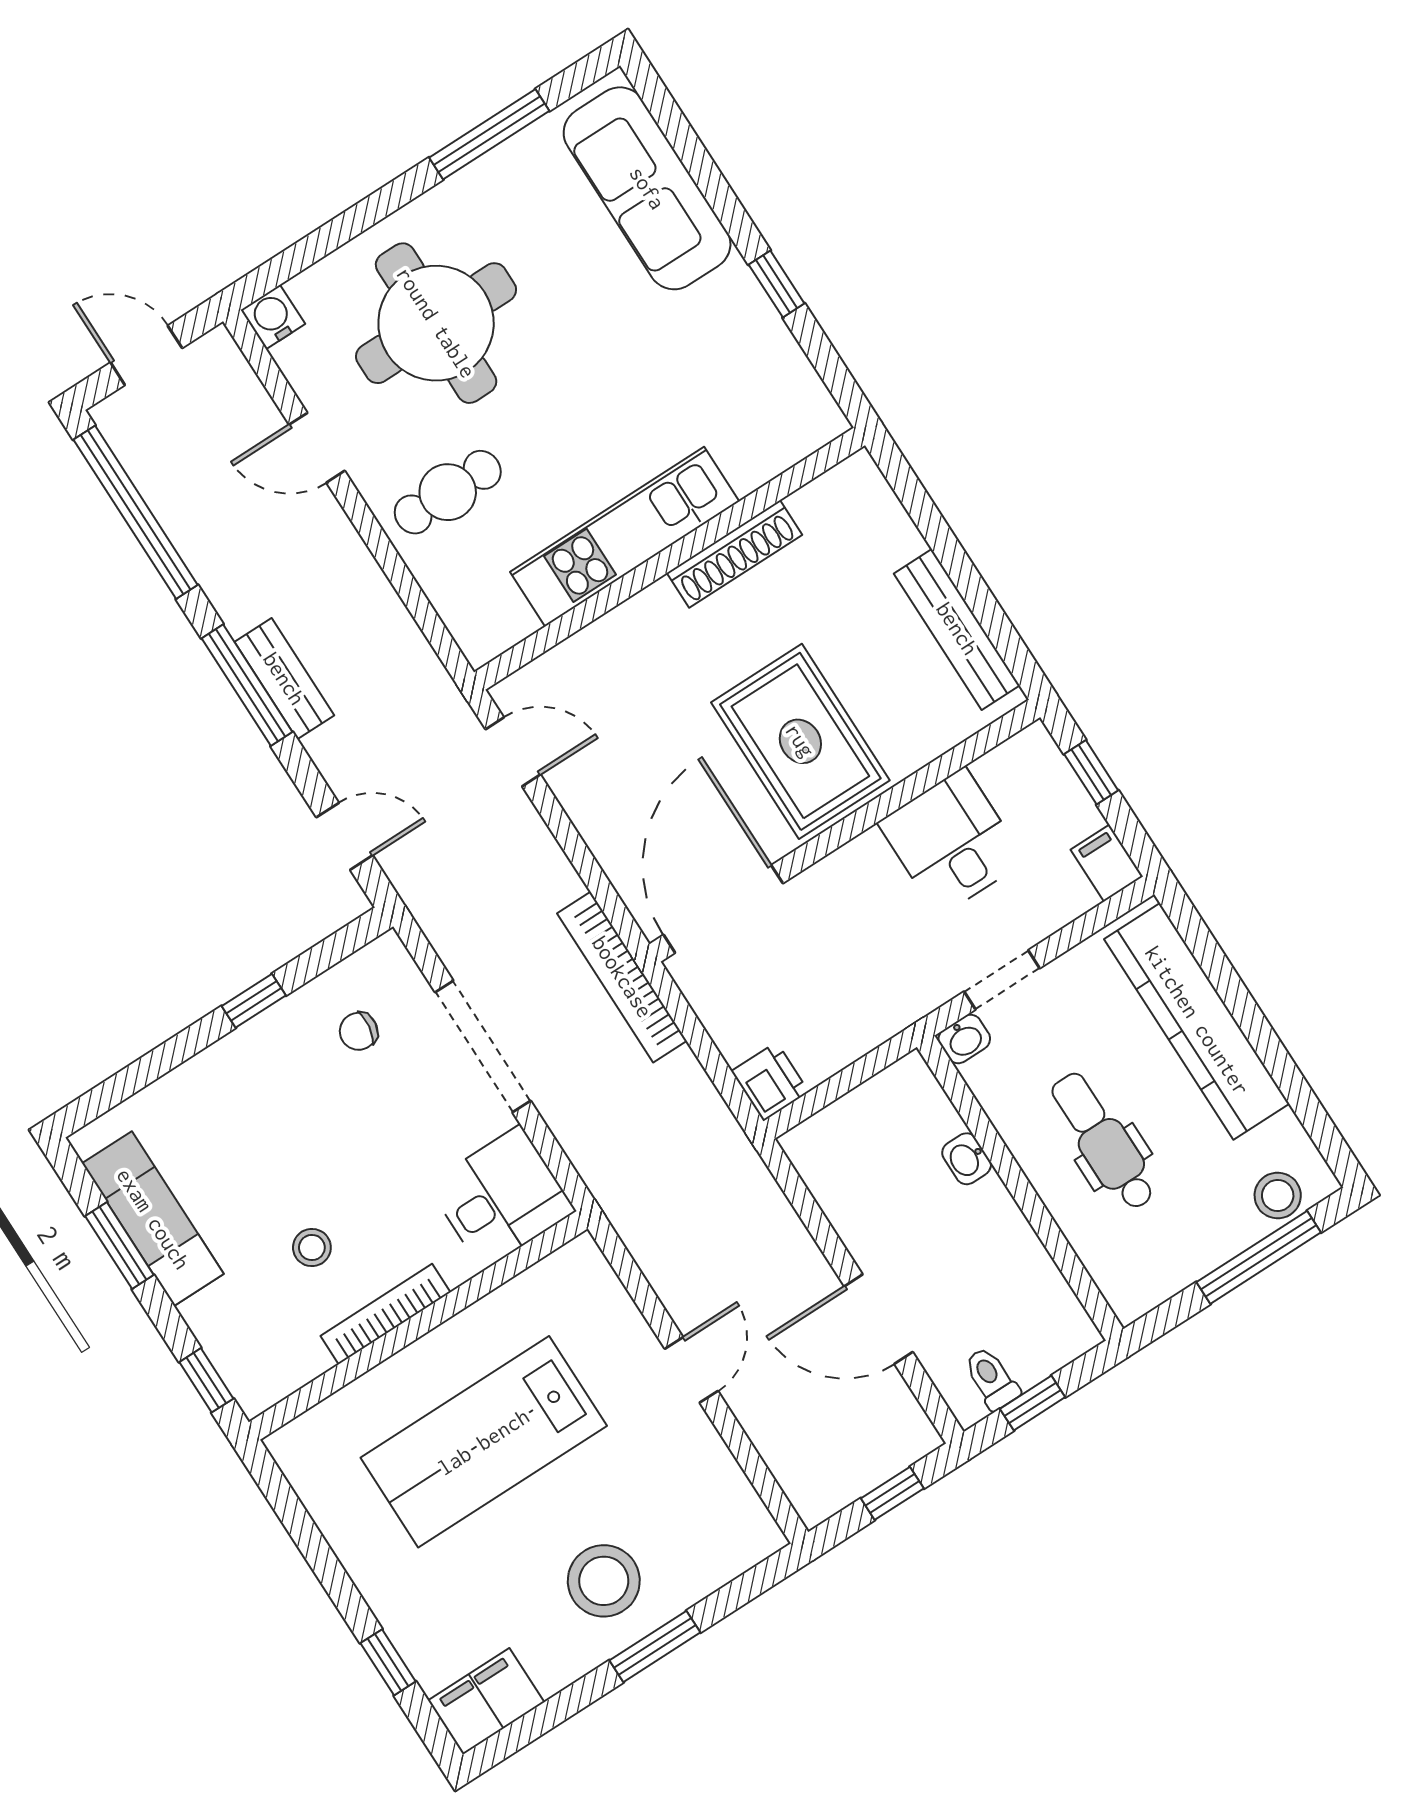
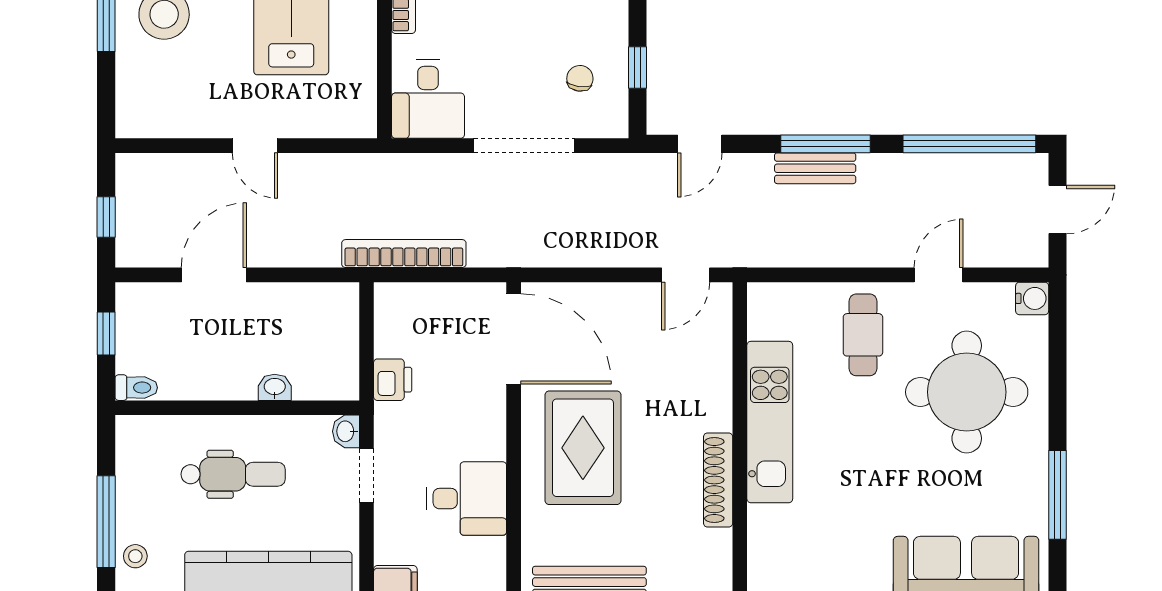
rug: (800, 741) -> (583, 448), turned 90
bookcase: (622, 977) -> (404, 254), moved
window: (254, 1001) -> (638, 67), moved
printer: (770, 1082) -> (393, 380), moved, turned -90
stool: (1278, 1196) -> (135, 556), width x0.73, depth x0.73
toilet: (991, 1378) -> (136, 388), moved

